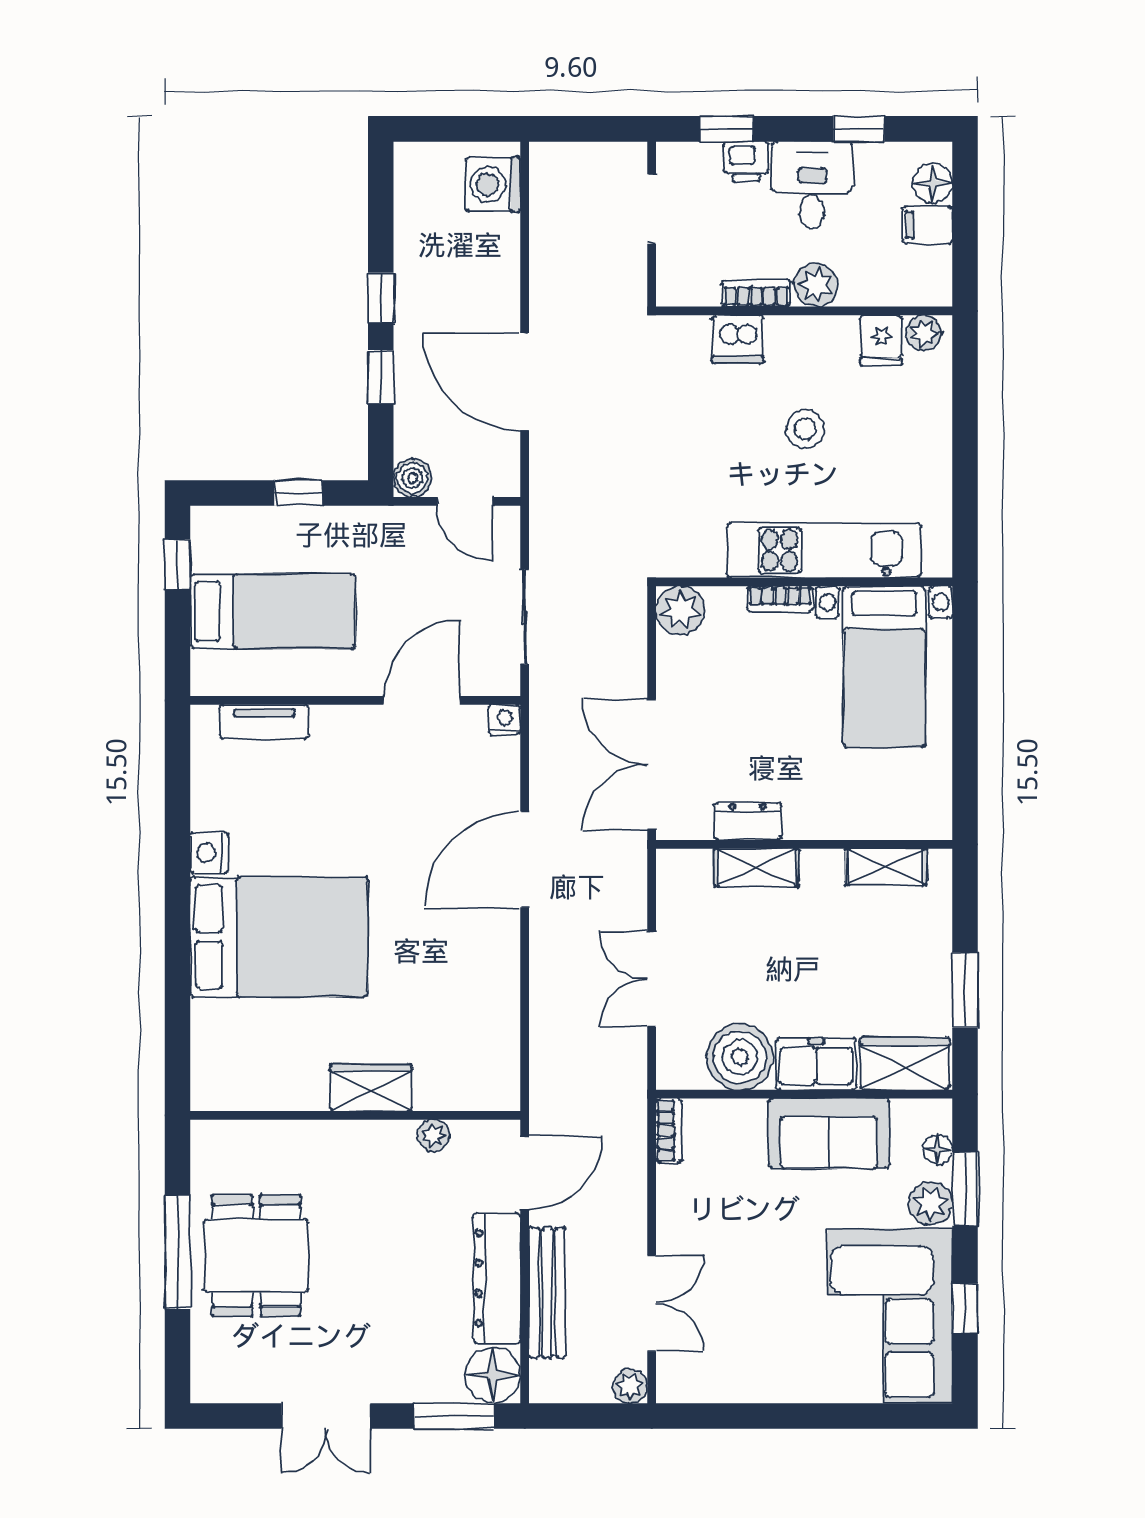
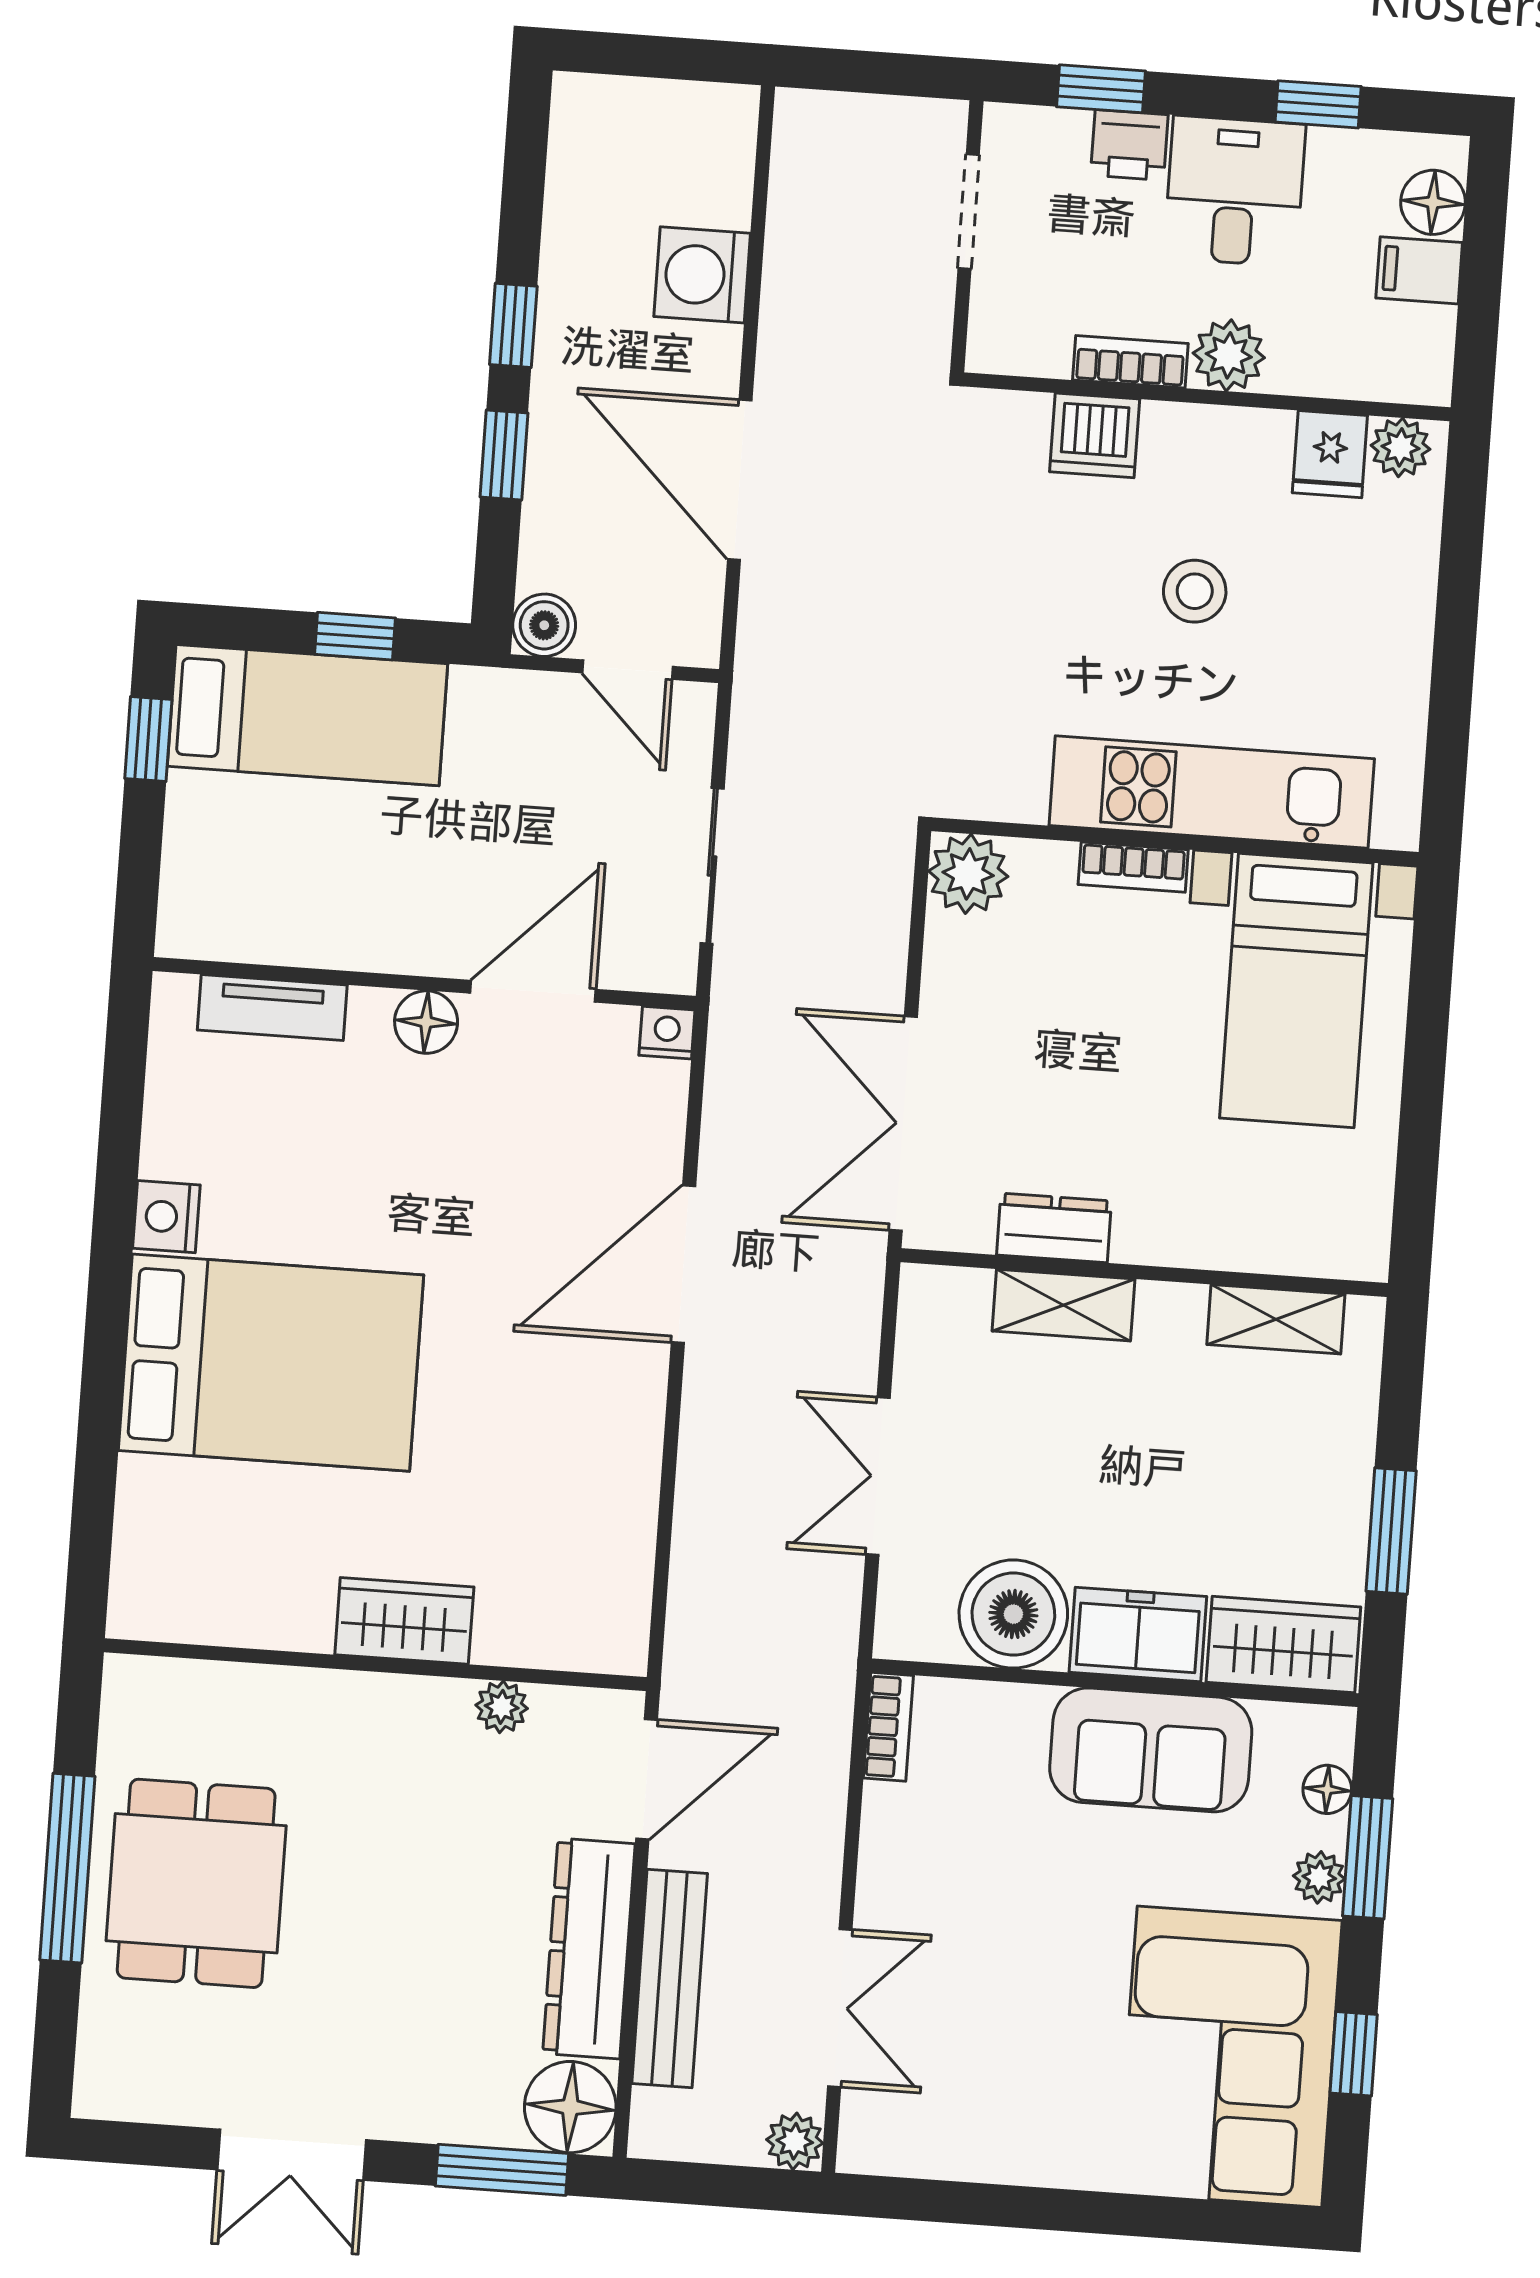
washing machine: (493, 185) -> (702, 275), moved
bed: (273, 611) -> (307, 715), moved
floor lamp: (358, 724) -> (426, 1022), added
plant: (931, 1203) -> (1319, 1877), width x0.73, depth x0.73

